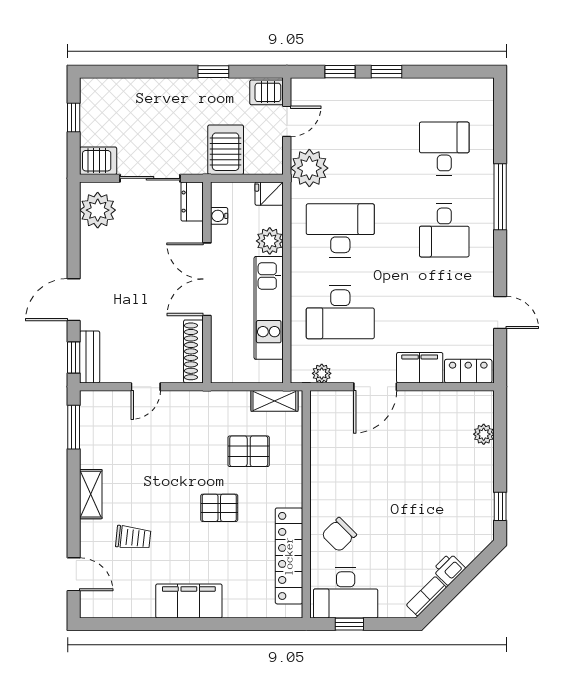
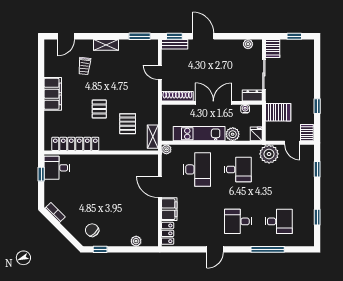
window: (387, 72) -> (317, 217), moved
window: (500, 197) -> (268, 249), moved
plant: (98, 210) -> (248, 44), width x0.53, depth x0.53
desk: (340, 230) -> (238, 169), width x0.73
desk: (340, 312) -> (197, 169), turned 180
door: (500, 312) -> (215, 249), moved
plant: (322, 373) -> (166, 149), moved
chair: (339, 535) -> (92, 230), moved
printer: (449, 569) -> (69, 224), removed
desk: (346, 593) -> (57, 168), width x0.73

